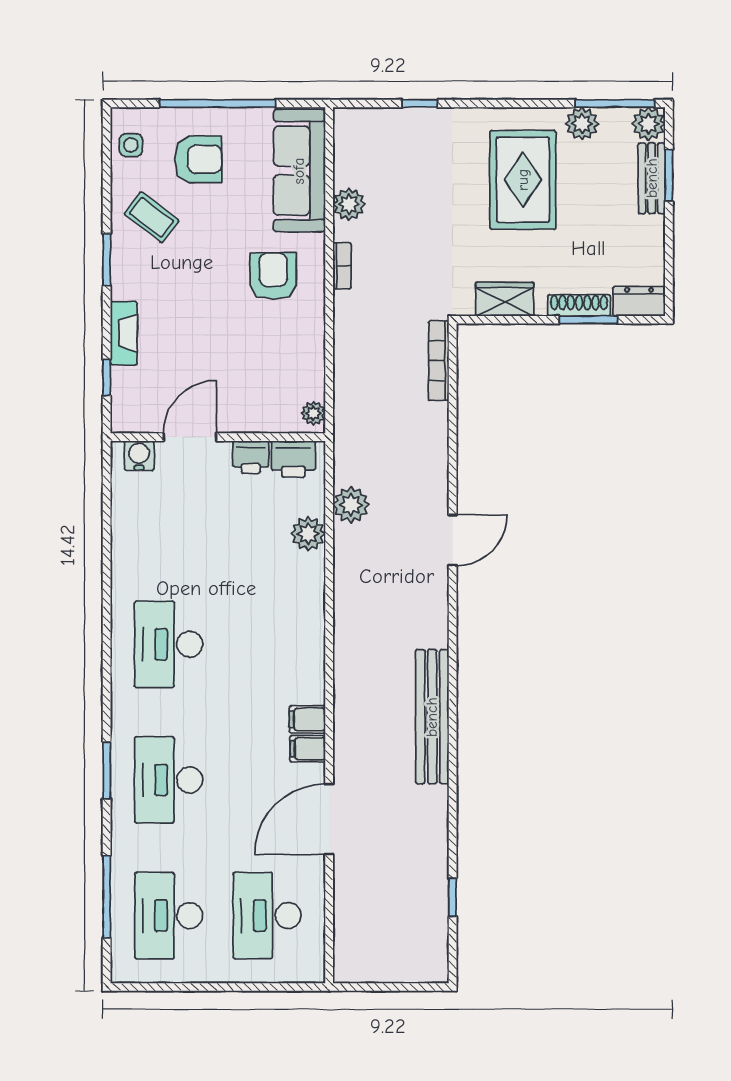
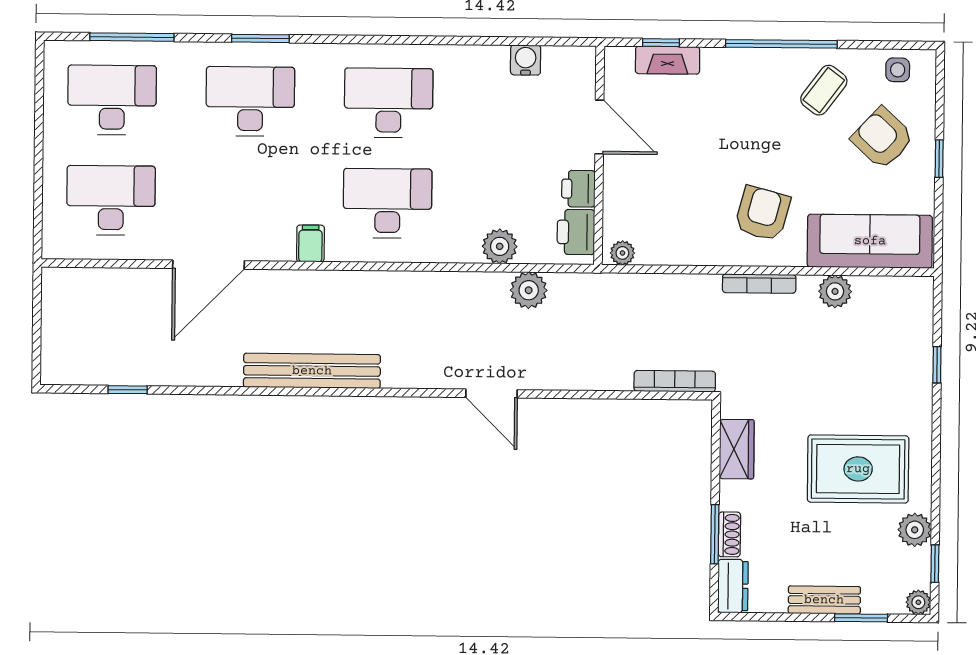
window: (218, 103) -> (939, 159), width x0.32
window: (615, 103) -> (935, 564), width x0.46
plant: (649, 124) -> (918, 602), width x0.73, depth x0.73
armchair: (198, 159) -> (883, 138), turned 133
bench: (652, 178) -> (824, 600), moved
window: (107, 259) -> (781, 44), width x2.11
bookcase: (342, 266) -> (759, 284), width x1.56
armchair: (273, 276) -> (763, 213), turned -75
shoe rack: (579, 305) -> (729, 534), width x0.70
fireplace: (124, 333) -> (668, 60), moved
water cooler: (139, 456) -> (526, 60), moved, turned -90
desk: (267, 644) -> (387, 203), added
filing cabinet: (308, 749) -> (281, 244), removed
door: (329, 819) -> (209, 265), swing flipped

